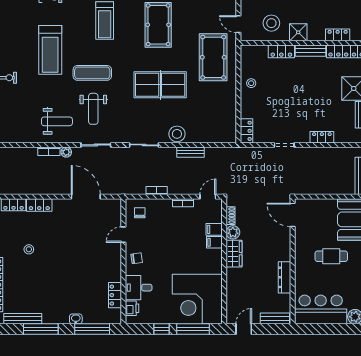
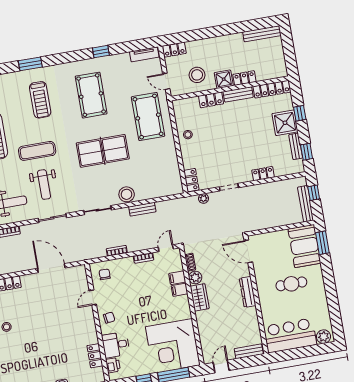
locker: (338, 35) -> (244, 78), moved
plant: (66, 152) -> (204, 198), moved
dresser: (285, 277) -> (248, 292), moved

